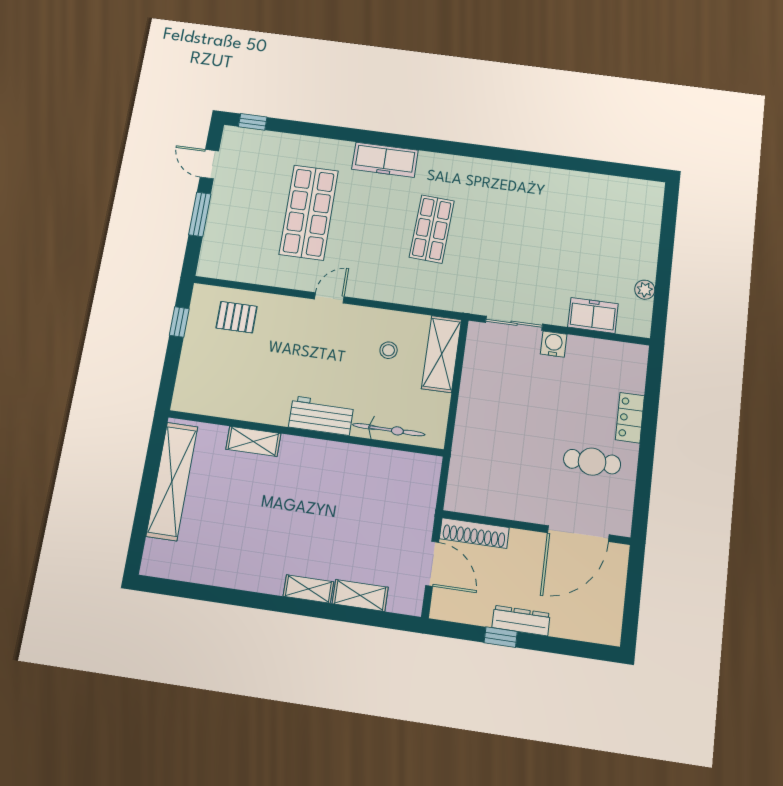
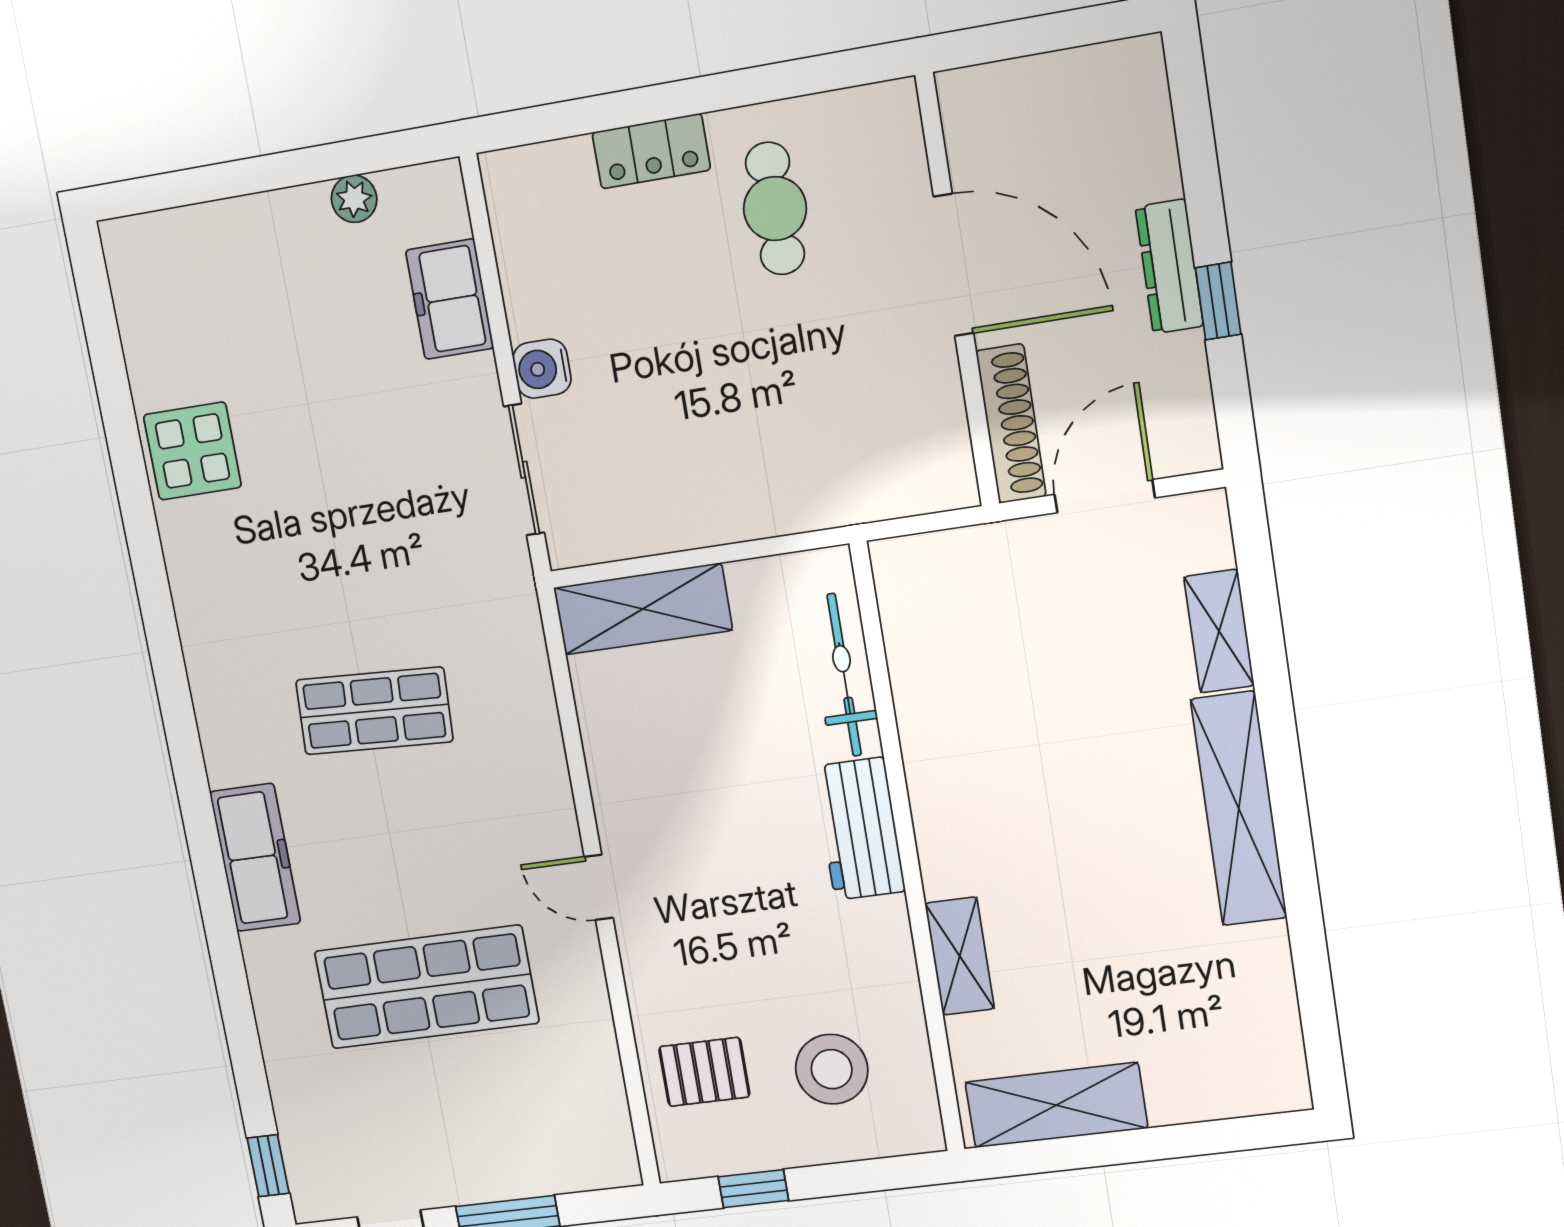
display table: (561, 190) -> (192, 451), added
pallet: (237, 317) -> (704, 1072), turned 90
stool: (389, 350) -> (832, 1069), moved, width x1.89, depth x1.89
shelving: (172, 481) -> (1056, 1105), width x0.68
door: (578, 534) -> (954, 265), moved
shelving: (308, 589) -> (1239, 809), width x2.20, depth x1.33

